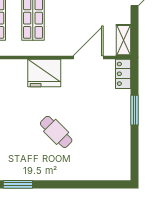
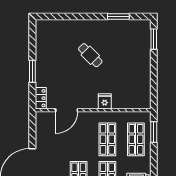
shelving: (123, 40) -> (40, 123), removed
fridge: (44, 73) -> (105, 101), width x0.53, depth x0.75

